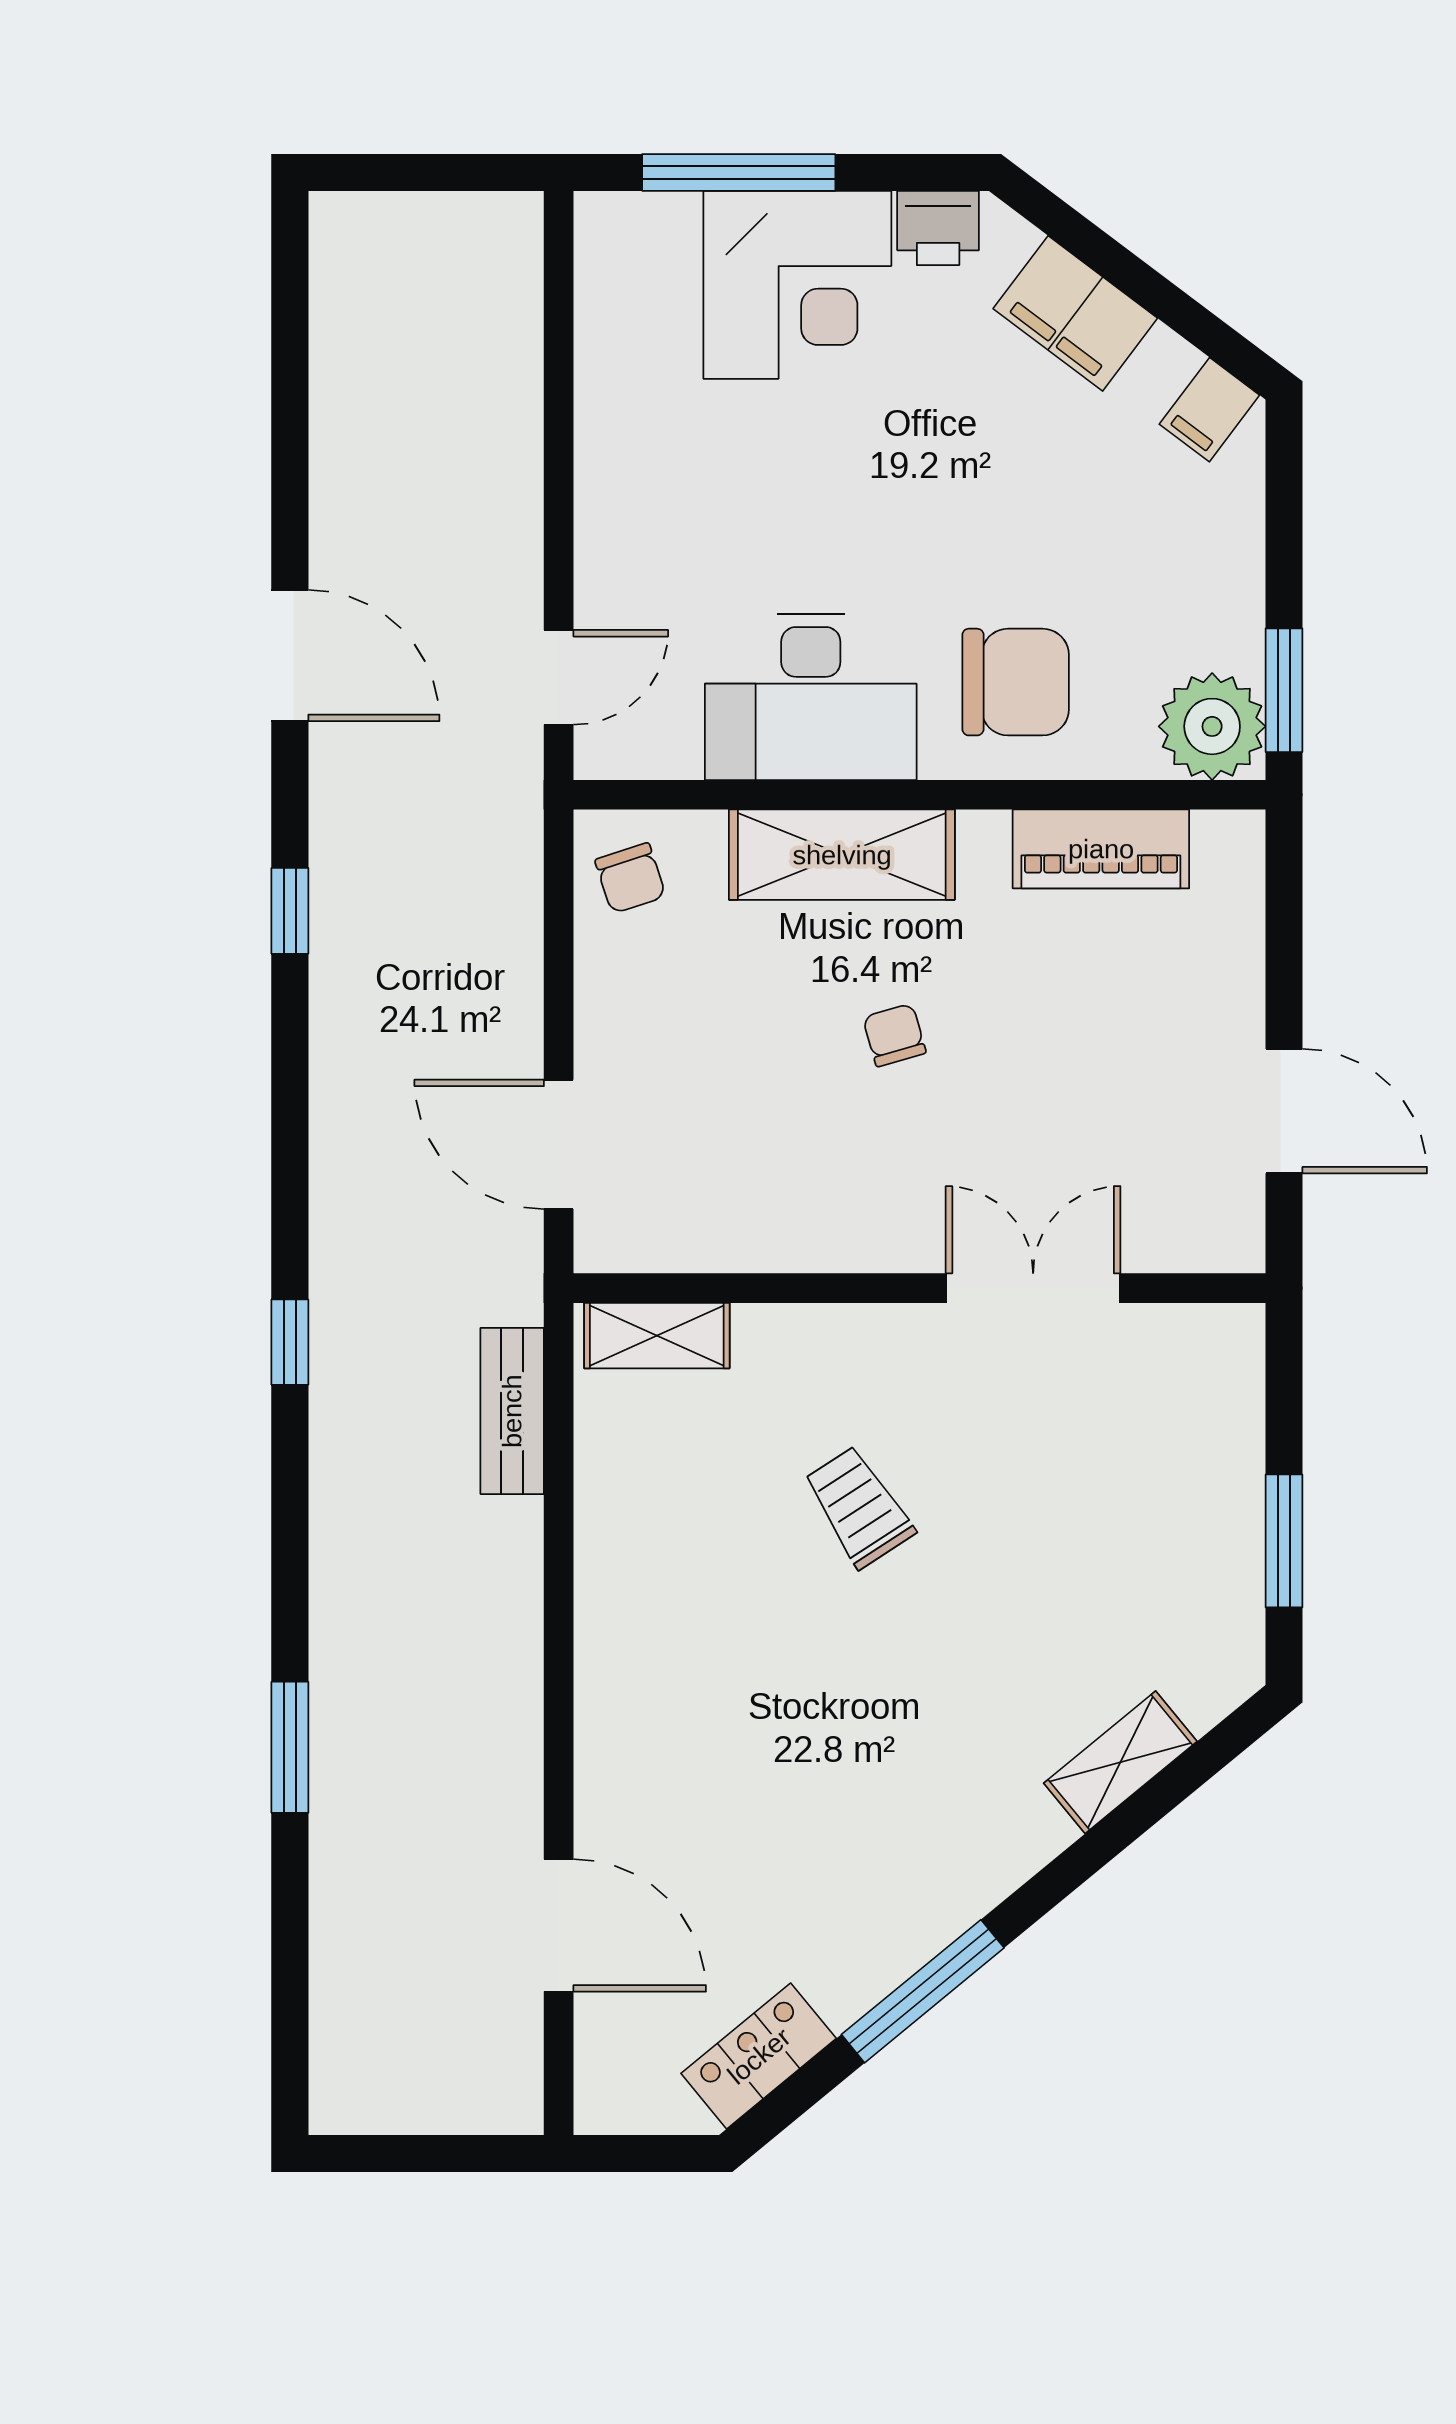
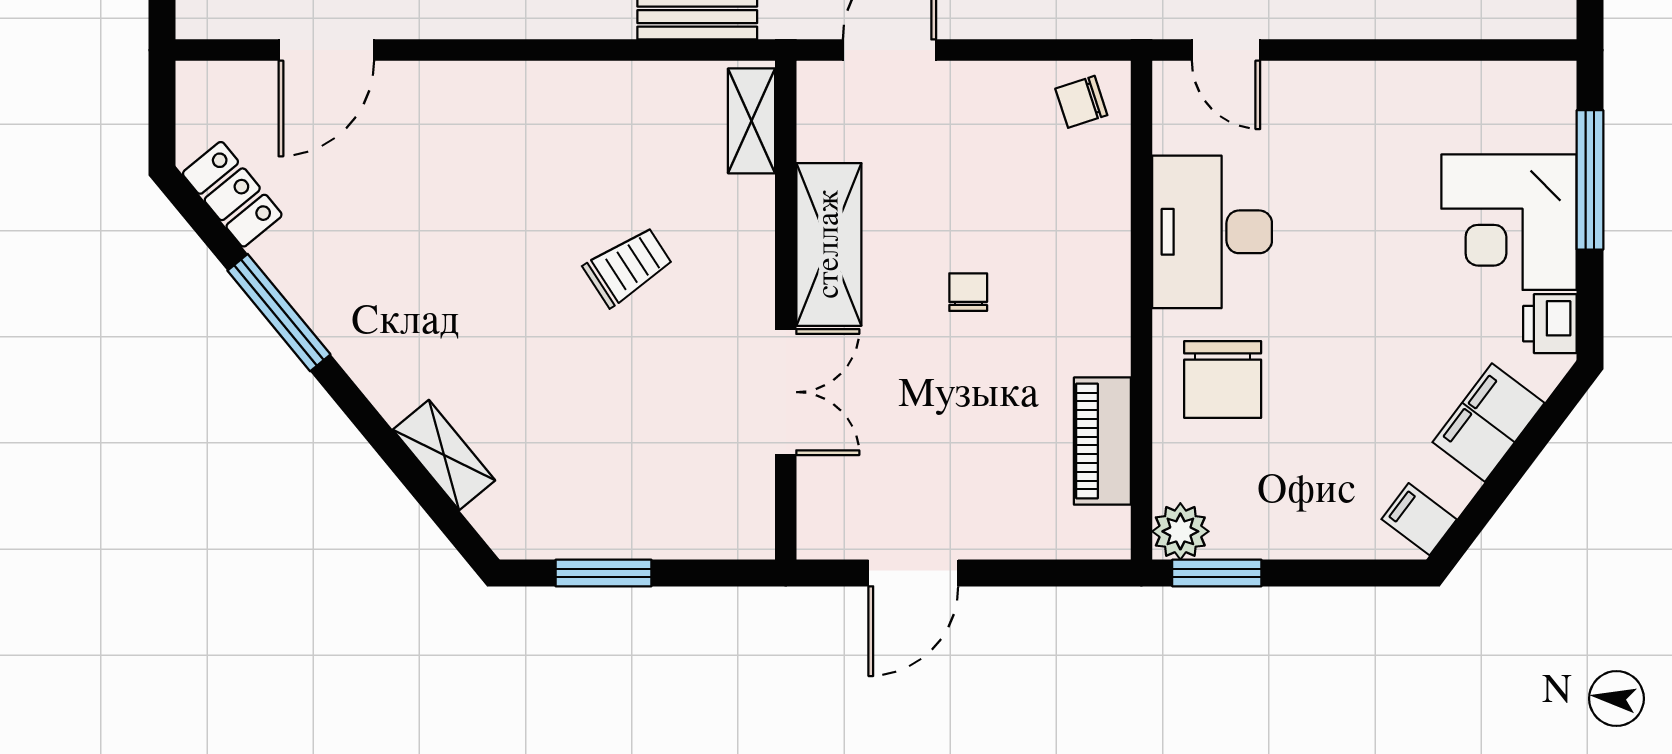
plant: (1212, 726) -> (1180, 531), width x0.73, depth x0.73
shelving: (842, 855) -> (829, 244), moved
chair: (894, 1035) -> (968, 292), turned -74

